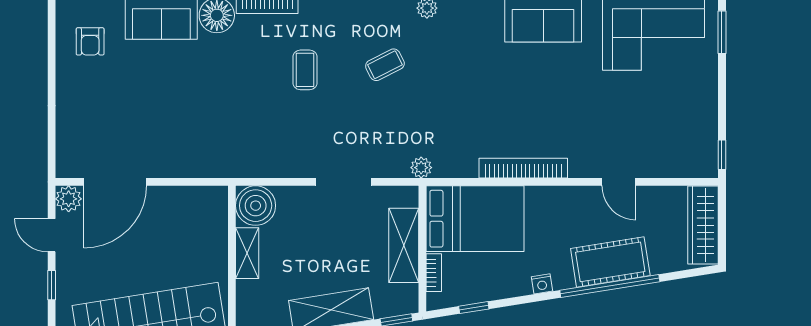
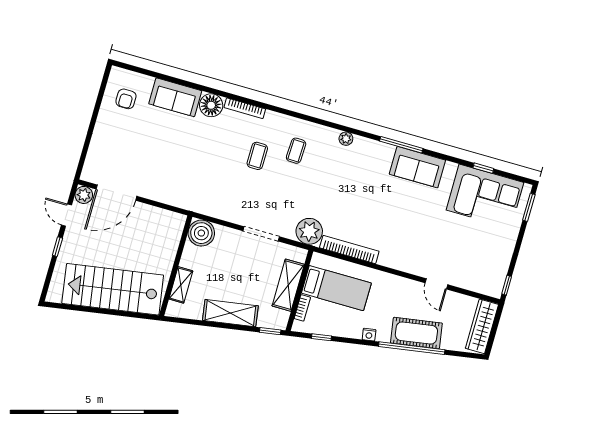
coffee table: (385, 65) -> (296, 151), moved, turned -61
plant: (421, 168) -> (309, 231), width x1.88, depth x1.88
bookcase: (523, 168) -> (349, 249), moved
bed: (475, 219) -> (336, 288), width x0.67
shelving: (247, 253) -> (181, 285), moved

